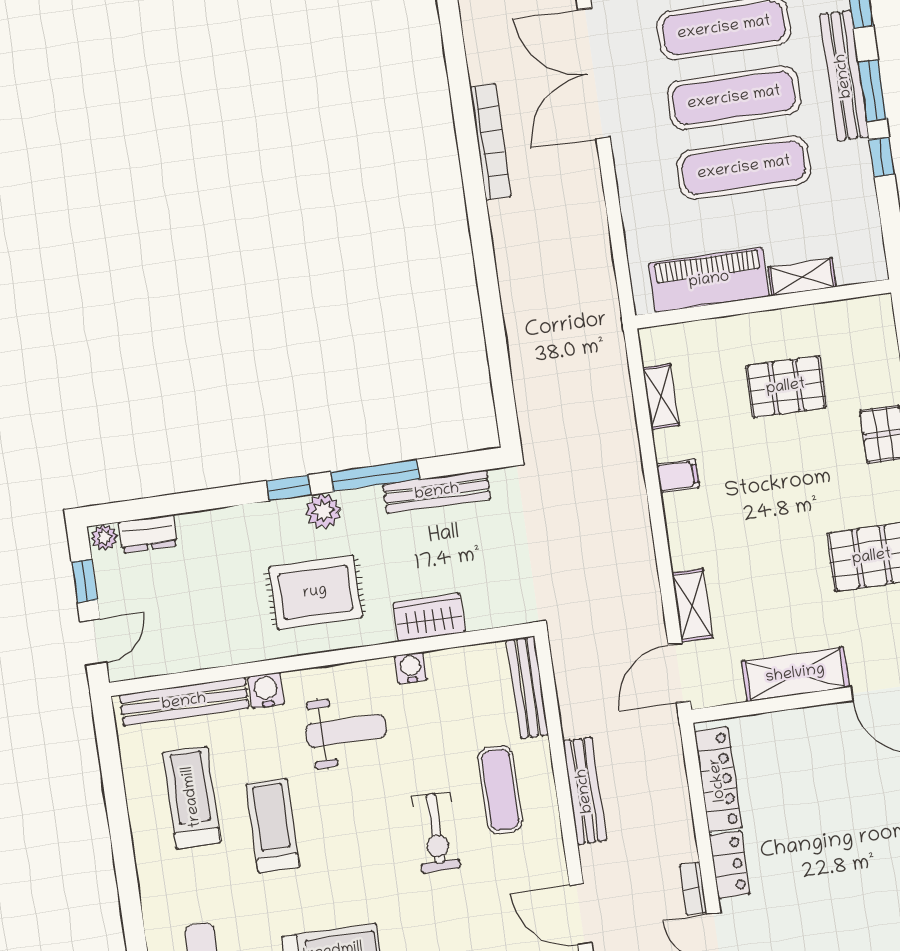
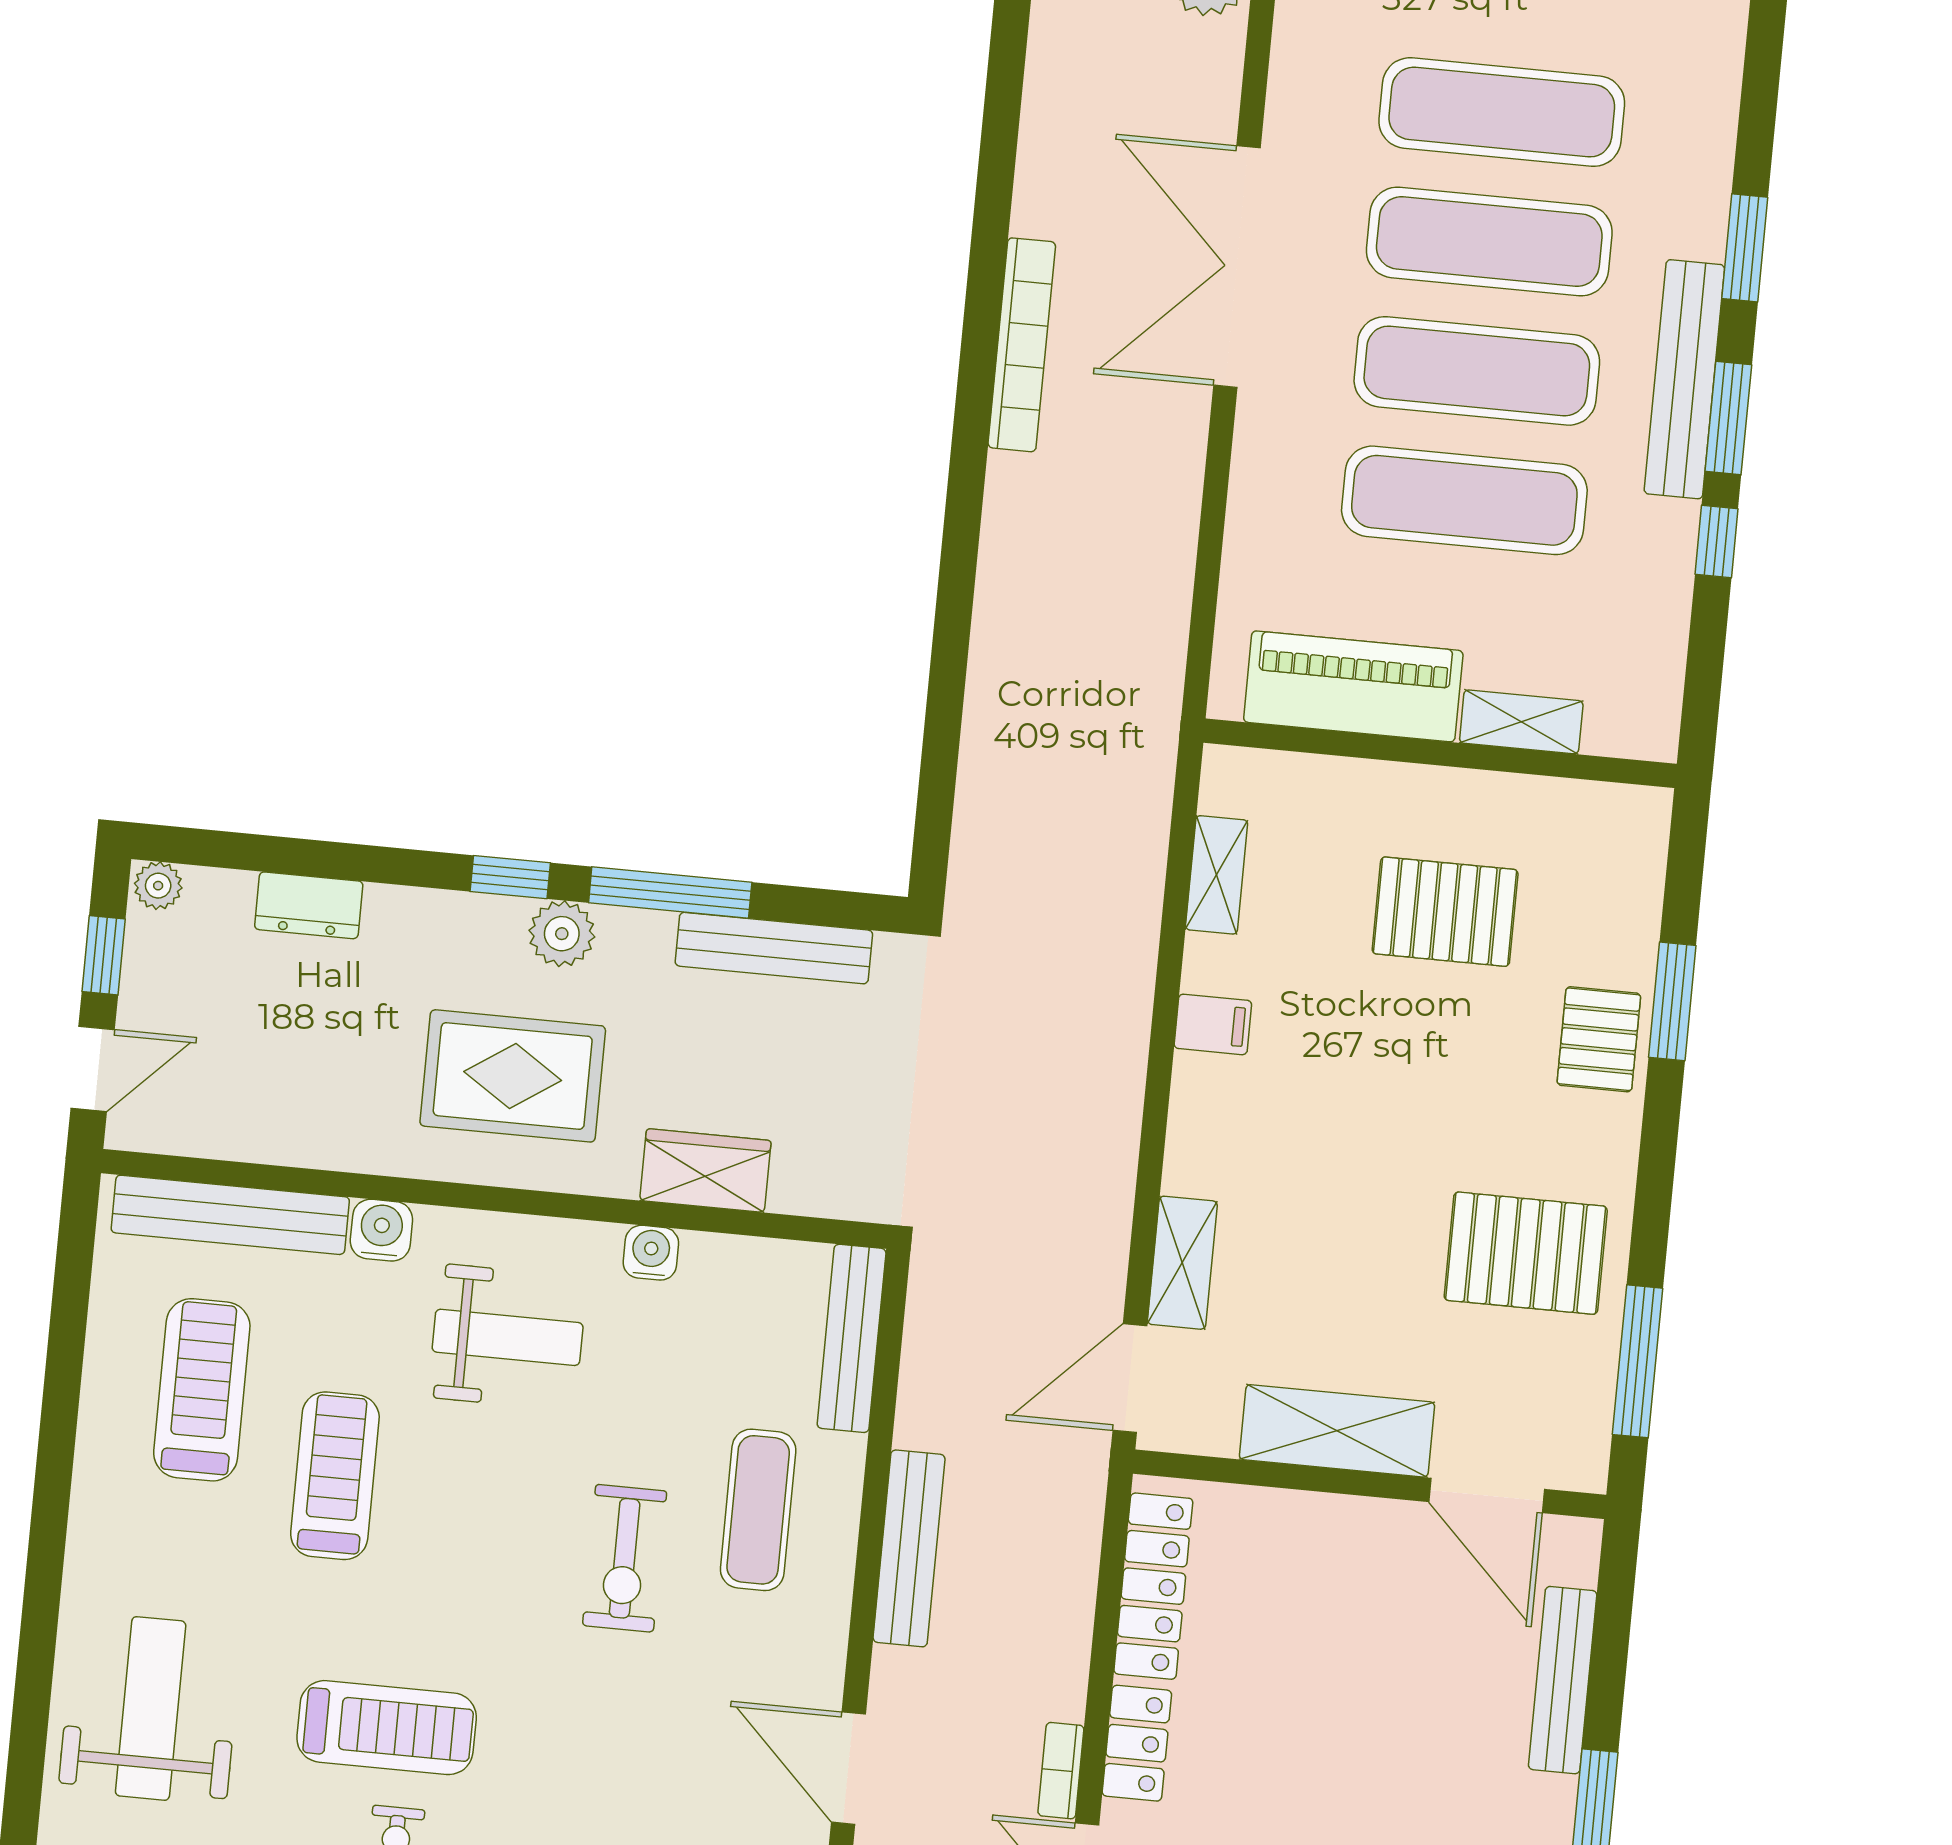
dresser: (148, 534) -> (309, 905), moved

